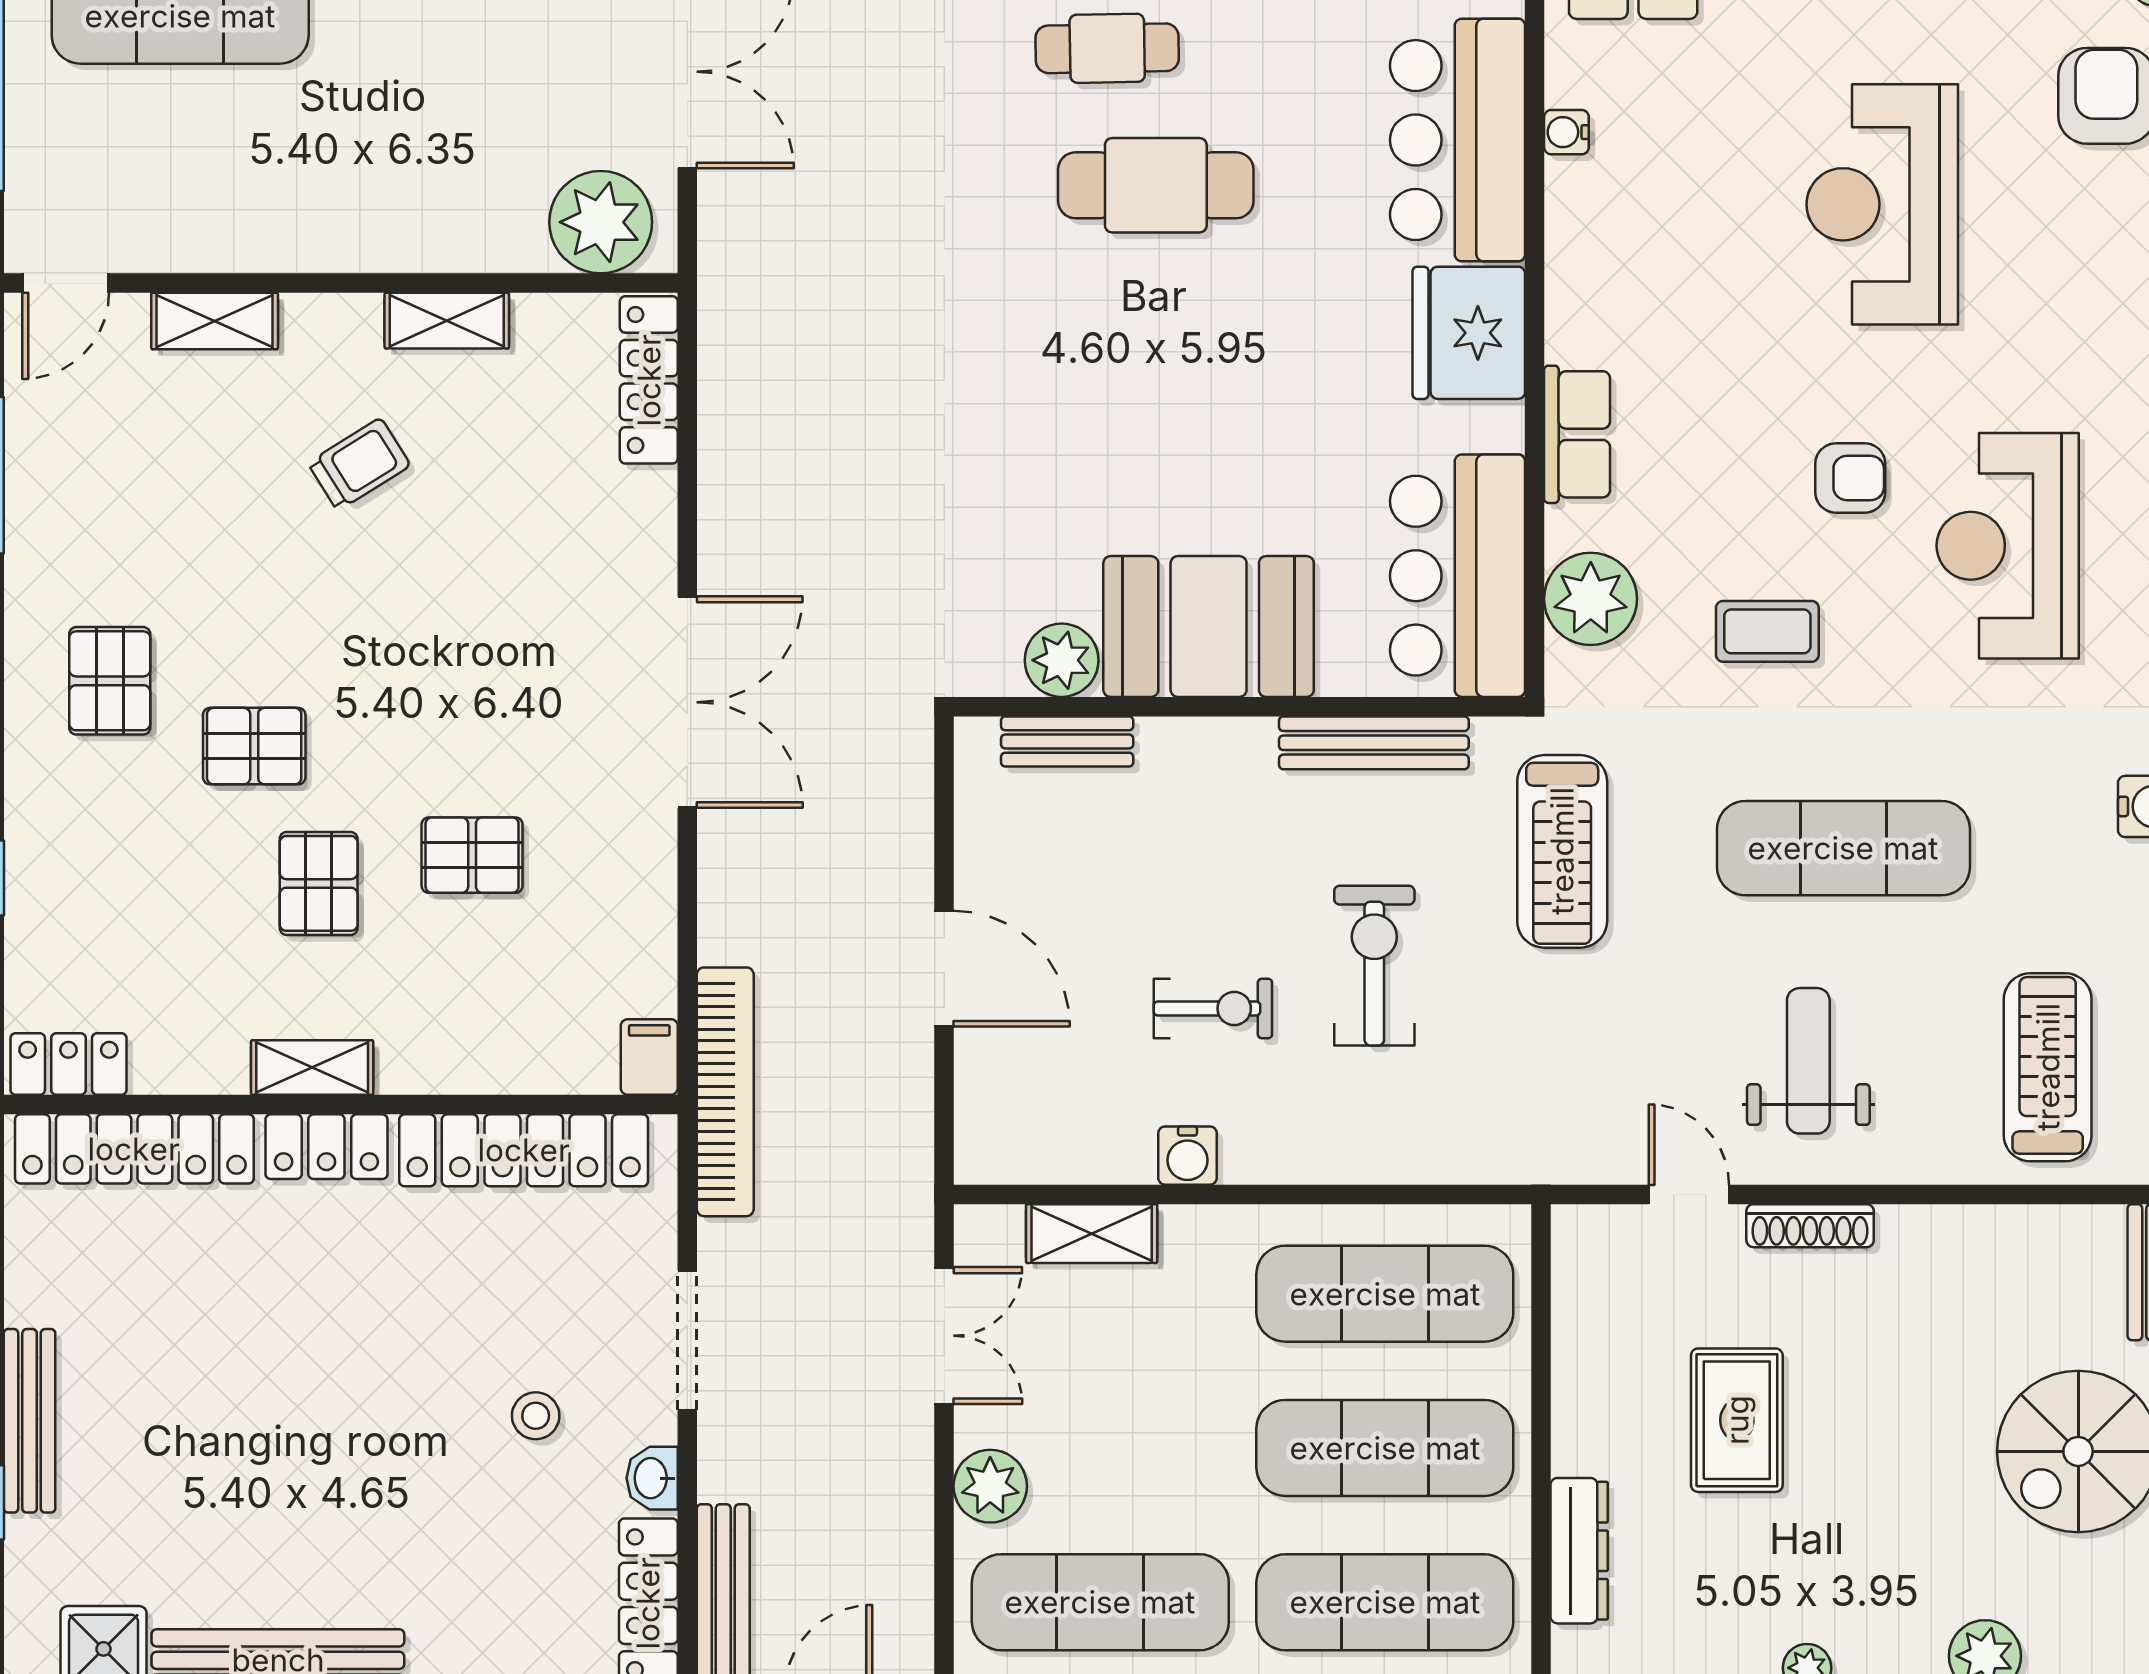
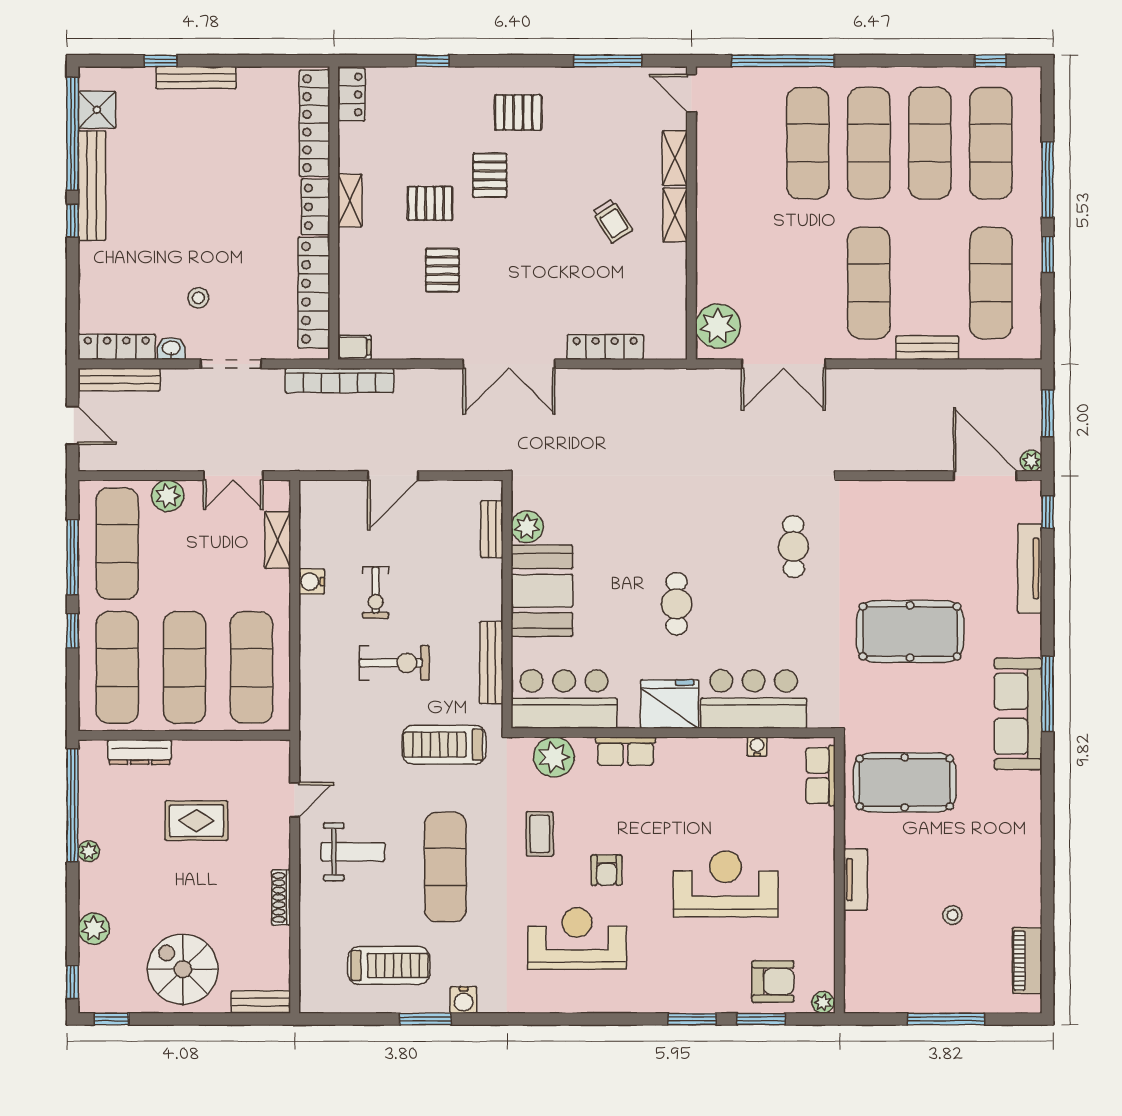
cafe table: (1156, 185) -> (677, 604), moved, width x0.73, depth x0.74
shelving: (447, 321) -> (675, 215), moved
locker: (649, 380) -> (605, 347), moved
treadmill: (2048, 1067) -> (389, 965), moved
shoe rack: (1810, 1226) -> (281, 897), moved

